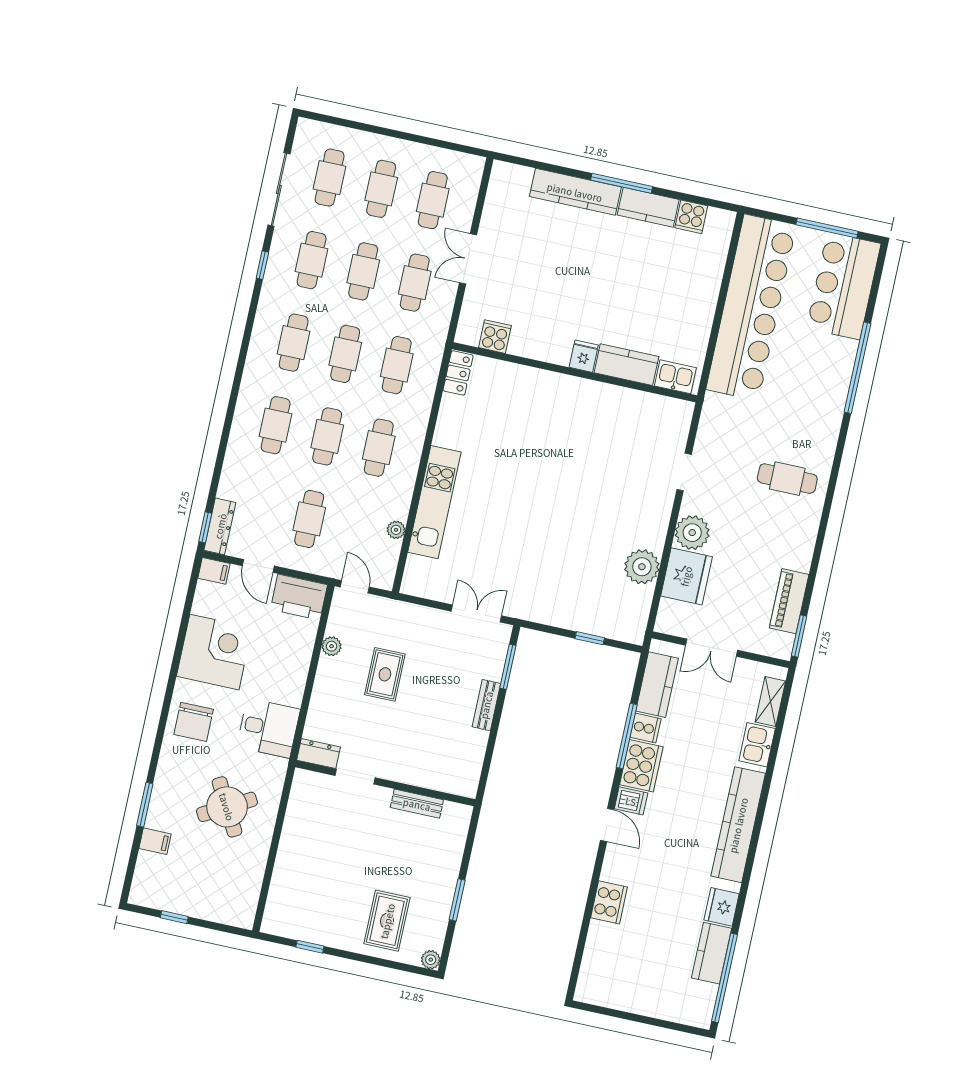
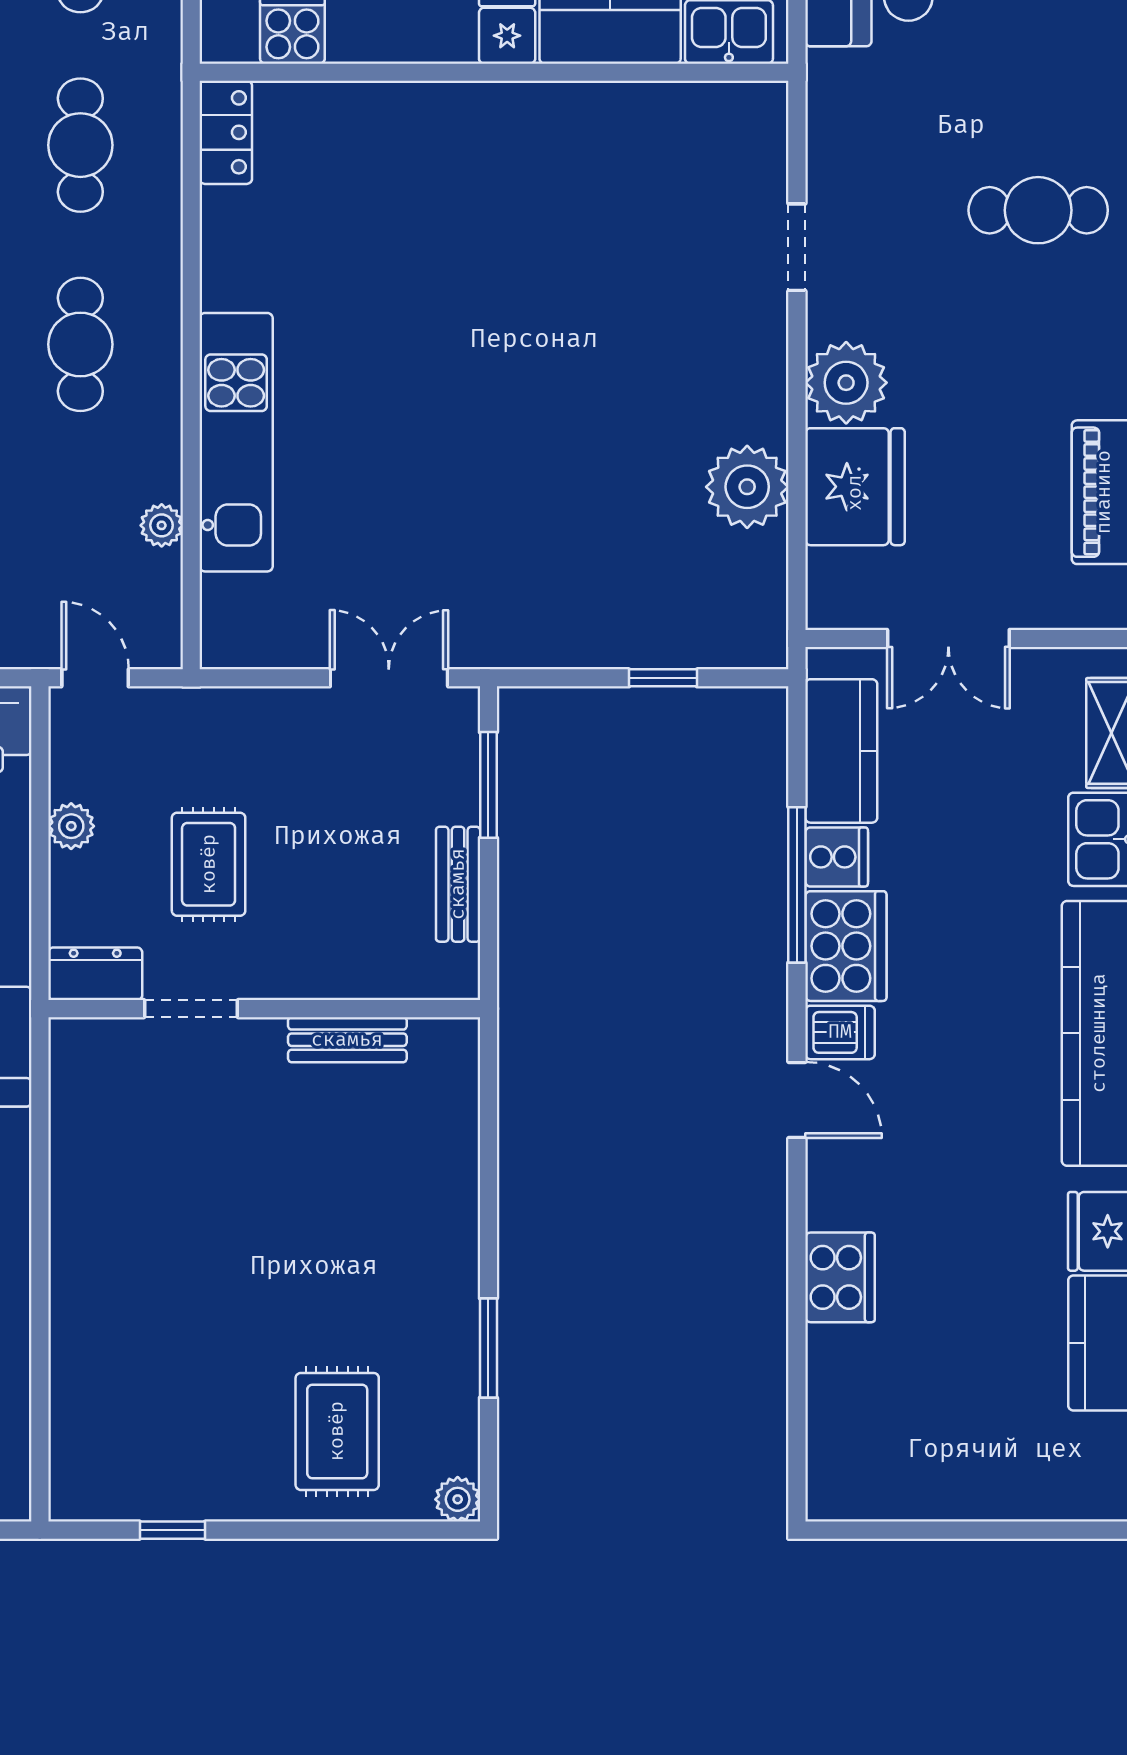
dresser: (318, 754) -> (95, 974), moved
doorway: (355, 777) -> (191, 1009), moved
wall: (385, 783) -> (264, 1009), moved
bench: (417, 804) -> (347, 1040), moved

